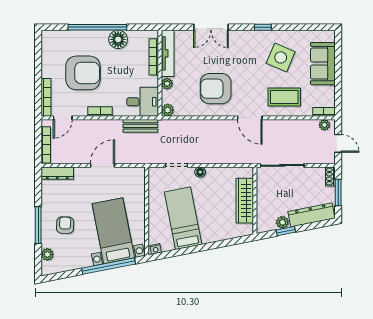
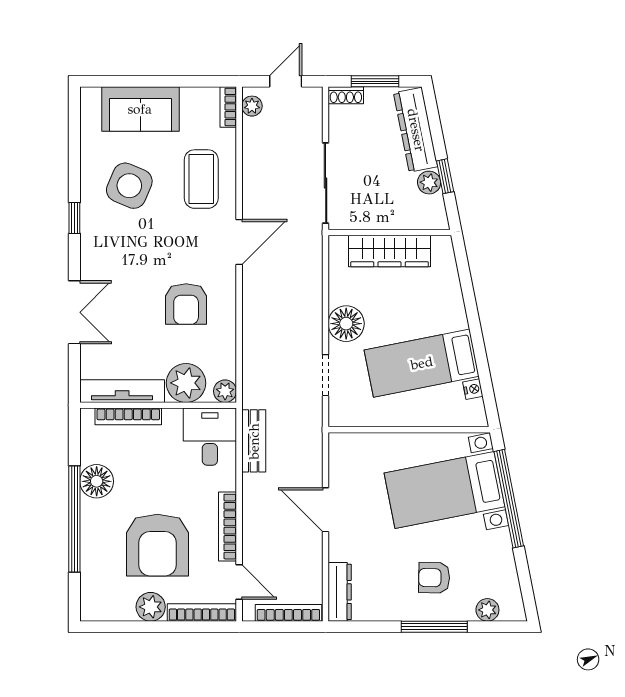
plant: (49, 69) -> (151, 607), added
armchair: (83, 73) -> (157, 545), turned 180
plant: (167, 84) -> (186, 383), width x1.88, depth x1.88
armchair: (216, 89) -> (186, 304), width x0.73, depth x0.73
bookcase: (100, 111) -> (228, 527), width x1.56
floor lamp: (200, 172) -> (346, 324), width x1.89, depth x1.89
nightstand: (156, 249) -> (473, 389), moved

